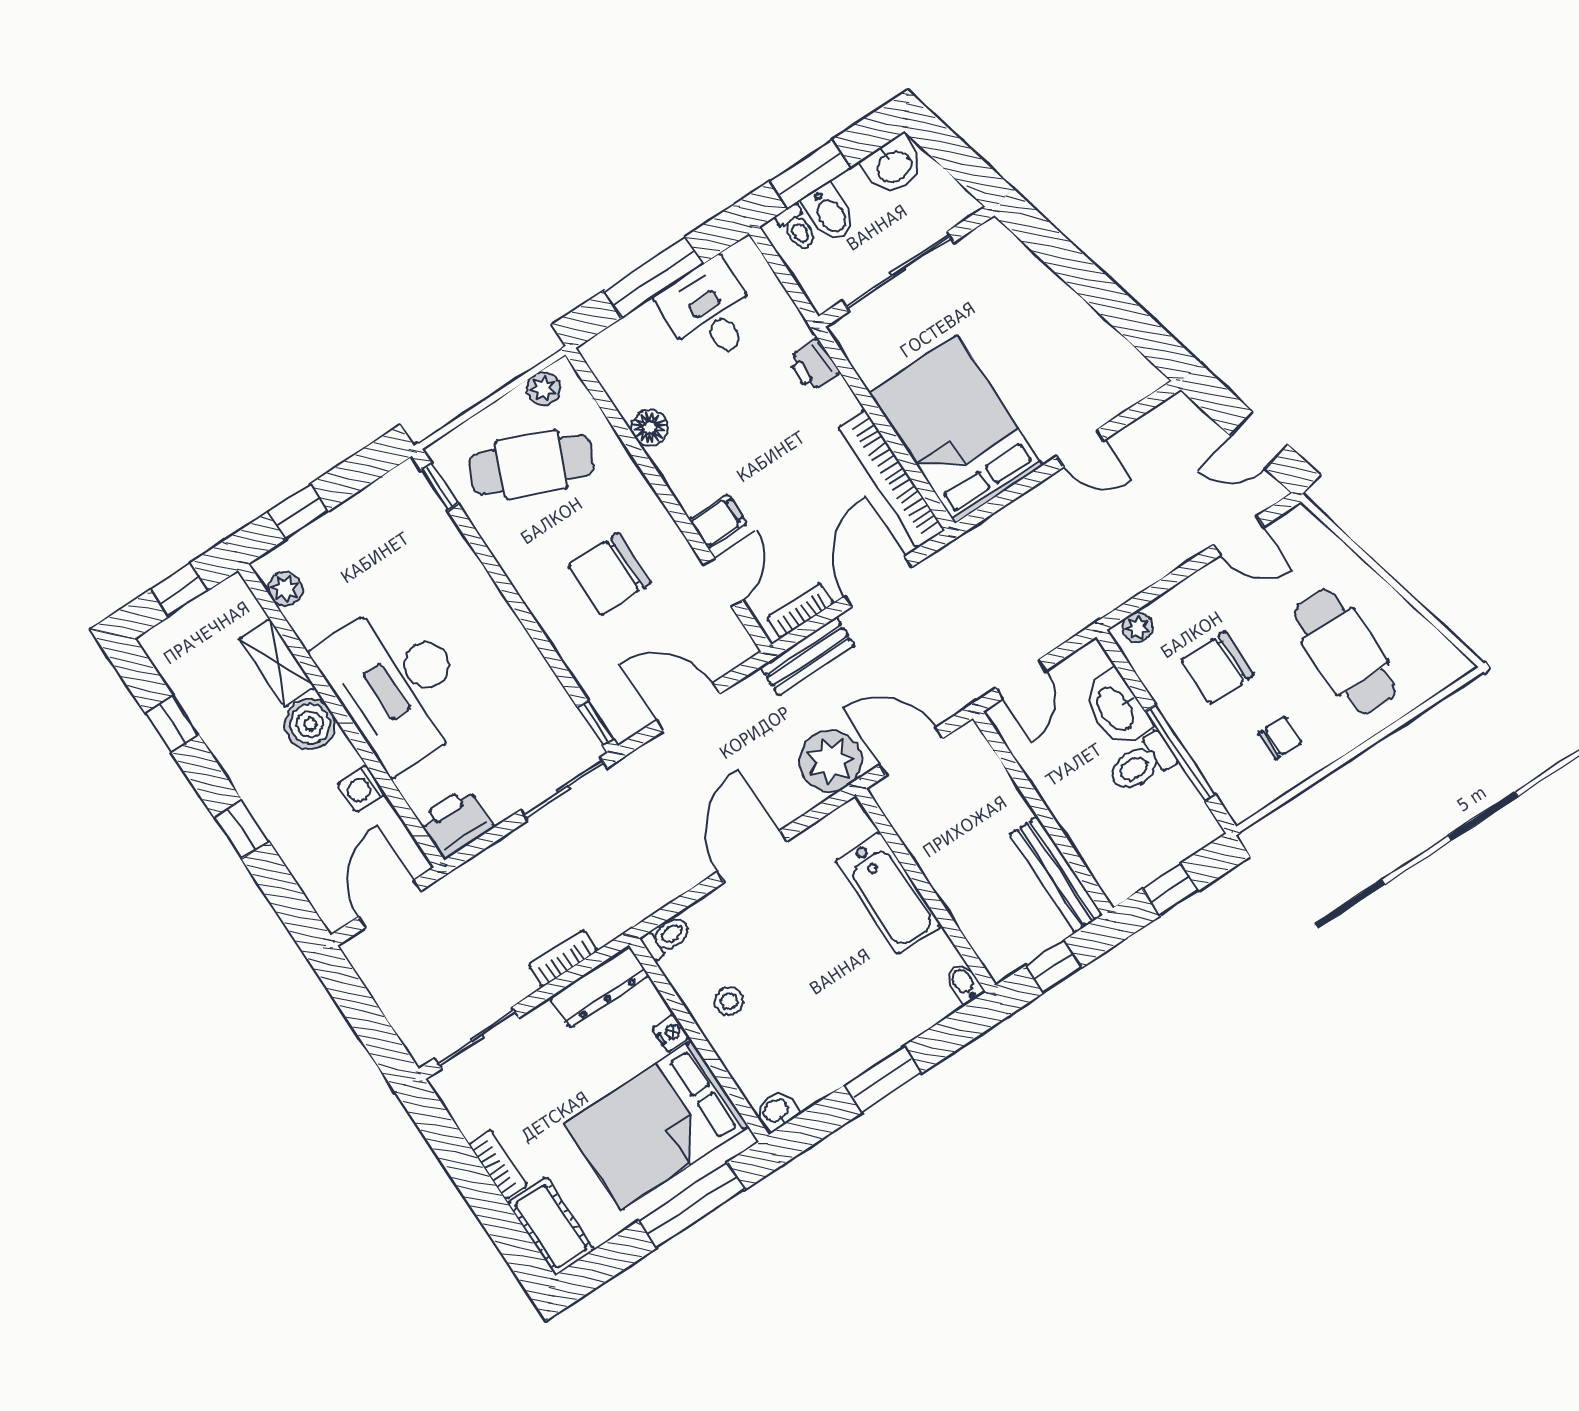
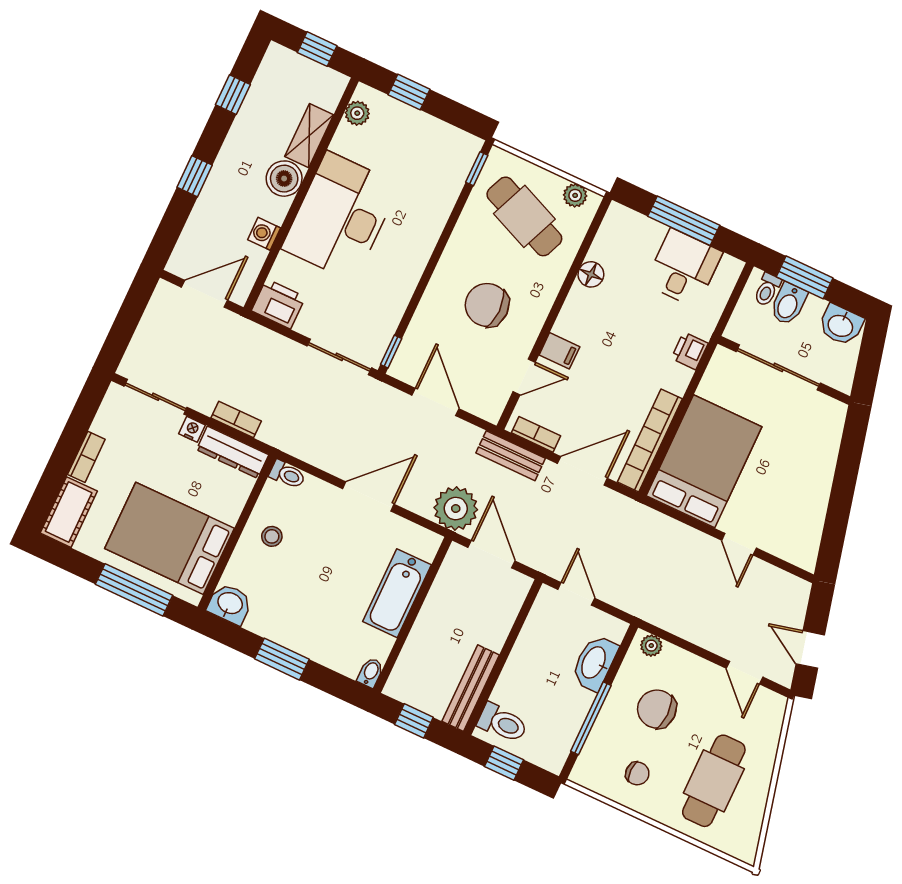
door: (1021, 679) -> (576, 594), swing flipped
toilet: (1141, 763) -> (502, 723), moved, turned 180
nightstand: (671, 1033) -> (192, 429), moved, turned -90
washbasin: (777, 1111) -> (230, 604), width x1.38, depth x1.45

